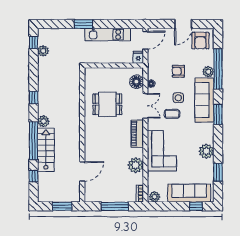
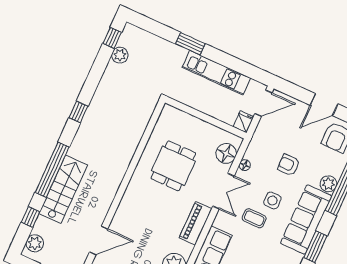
dining table: (107, 104) -> (173, 166), turned 90
plant: (43, 121) -> (35, 243), moved

